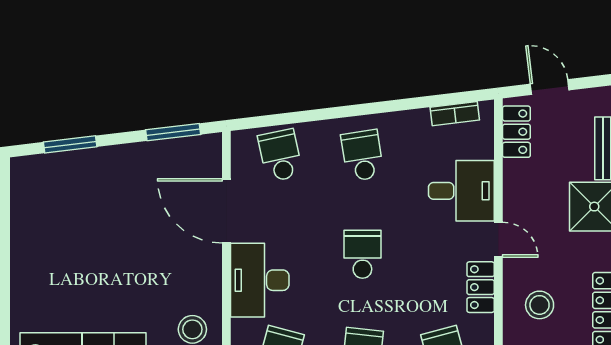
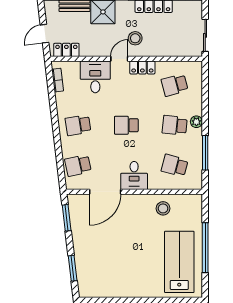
desk: (260, 280) -> (134, 175), width x0.73
stool: (540, 305) -> (135, 38), moved

